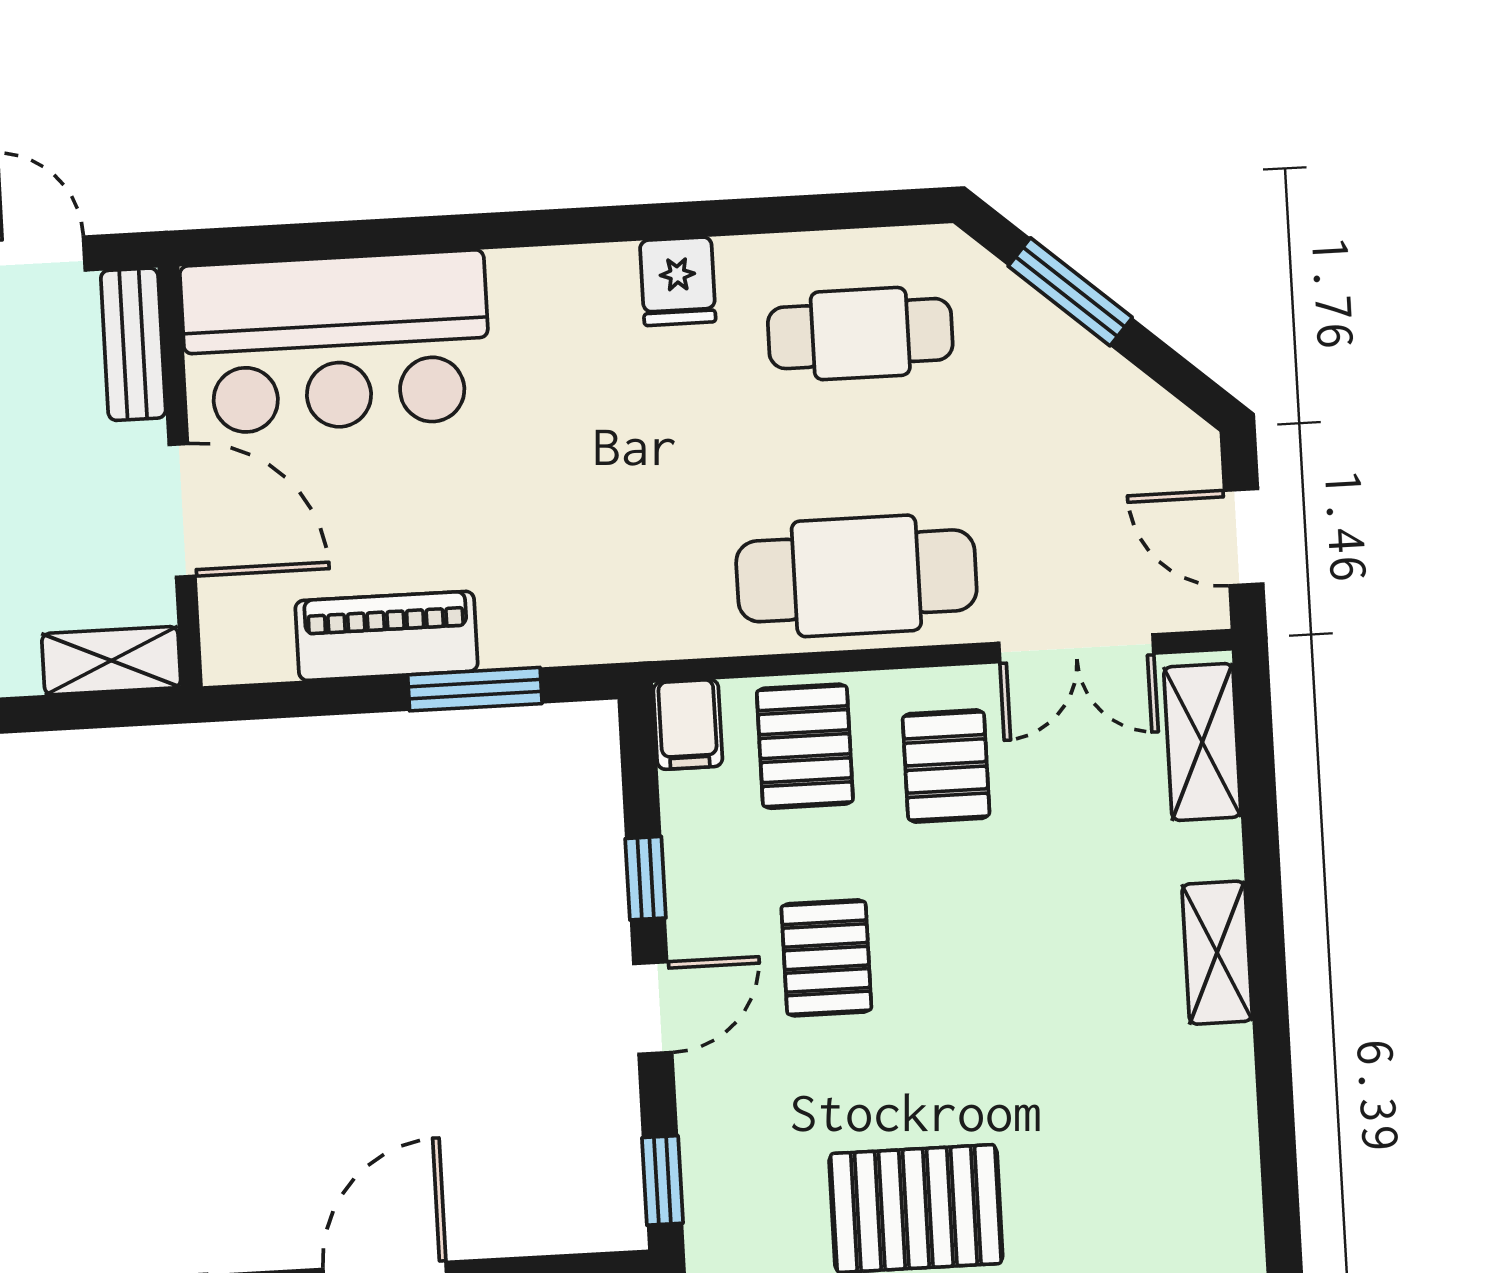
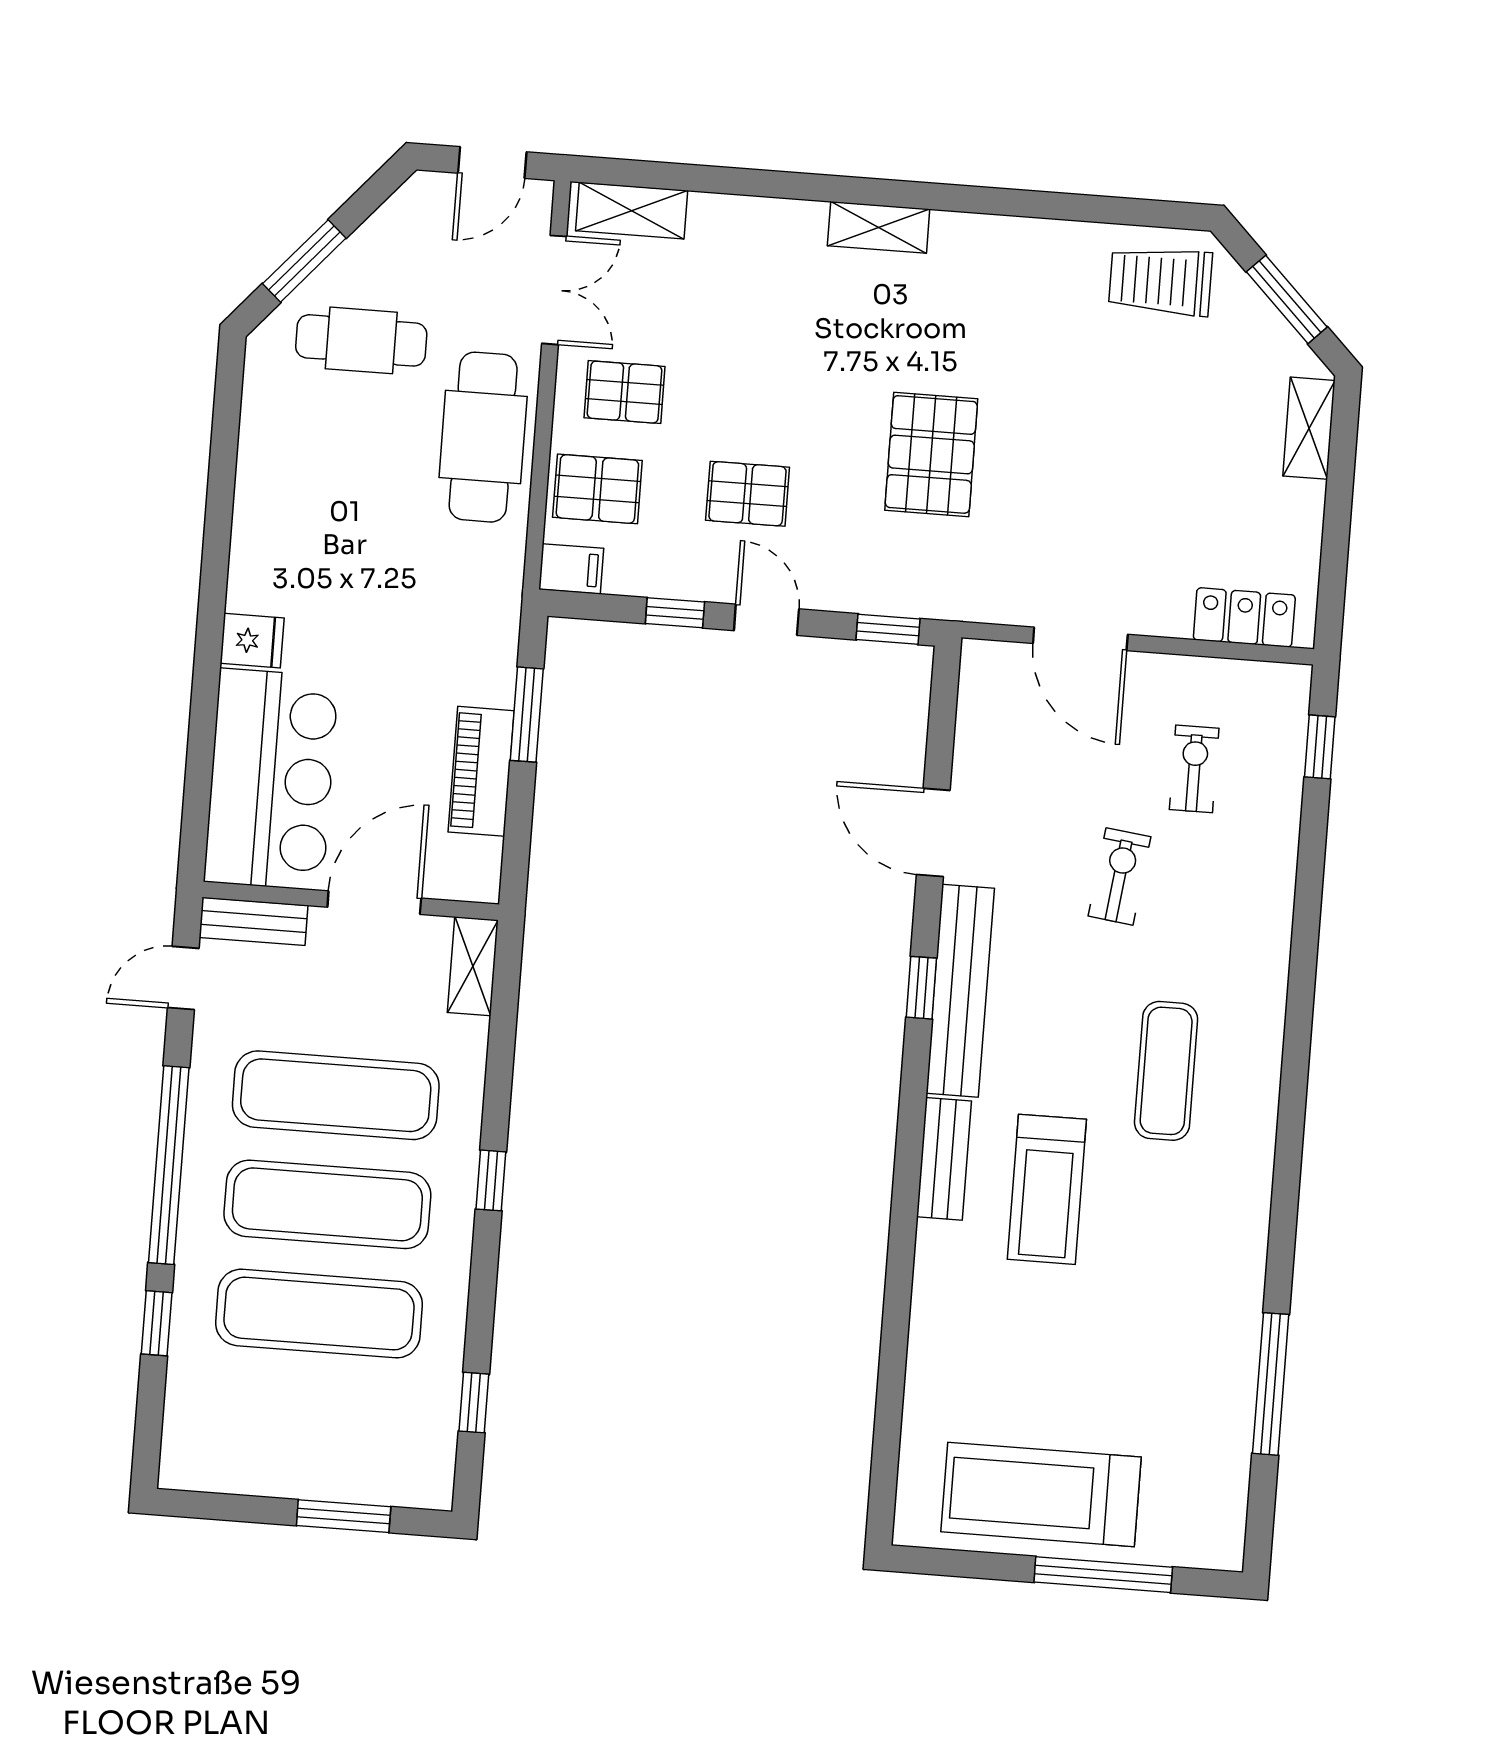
fridge: (678, 281) -> (252, 641), moved
cafe table: (860, 334) -> (361, 340), moved, turned 90
shelving: (1217, 953) -> (879, 227), moved

